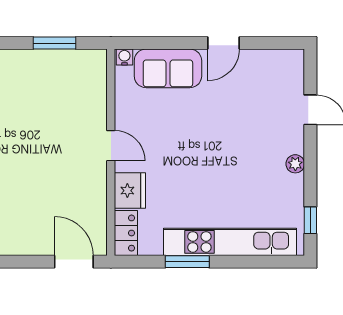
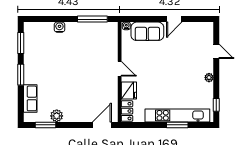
window: (55, 43) -> (92, 19), width x1.44
door: (74, 262) -> (102, 125), hinge flipped
window: (187, 262) -> (177, 125), moved

